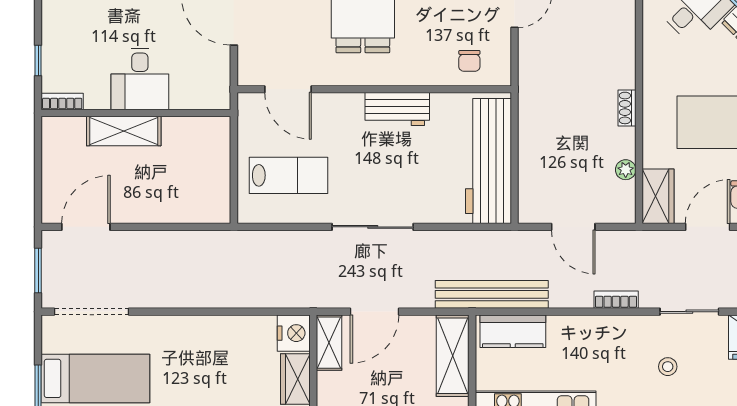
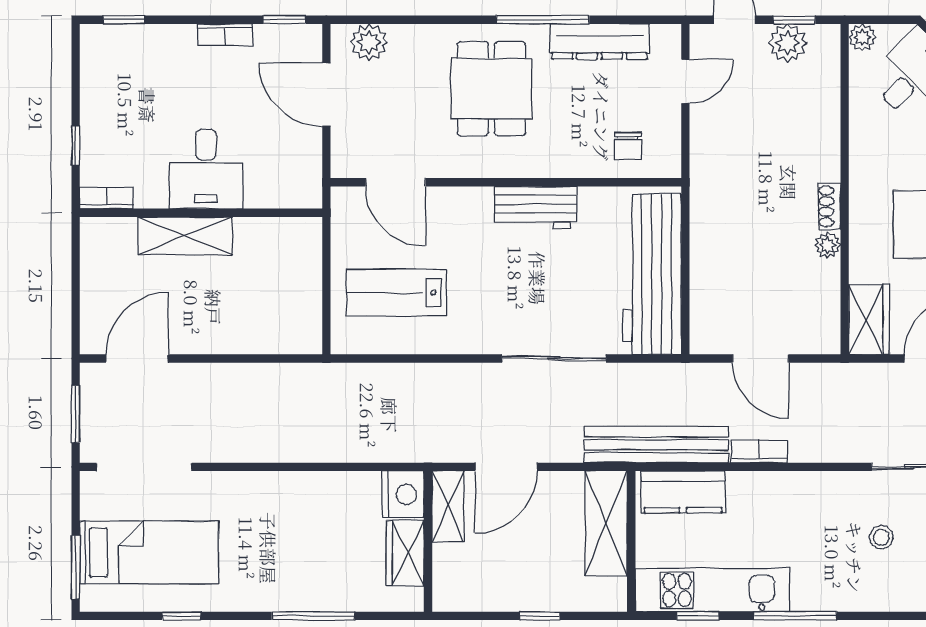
plant: (626, 170) -> (828, 245), moved
lab bench: (289, 175) -> (396, 293), turned 180
sliding door: (373, 227) -> (554, 358), moved
bookcase: (616, 300) -> (759, 452), moved

